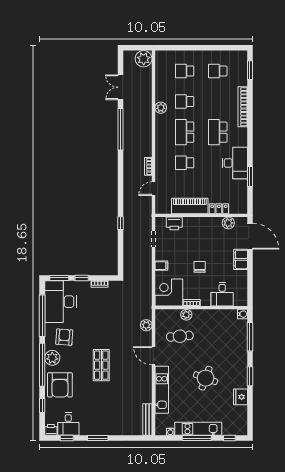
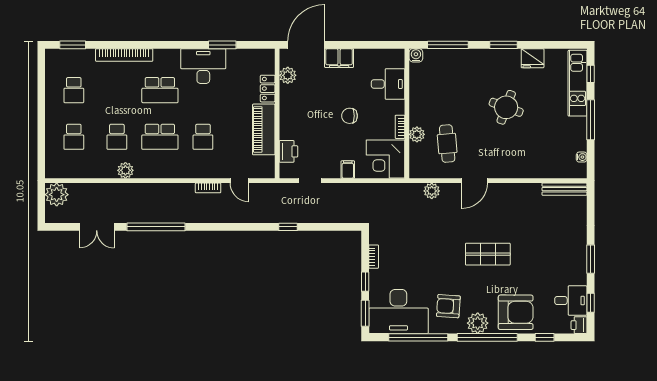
kitchen unit: (162, 390) -> (522, 169), removed
kitchen unit: (198, 429) -> (578, 83), moved

